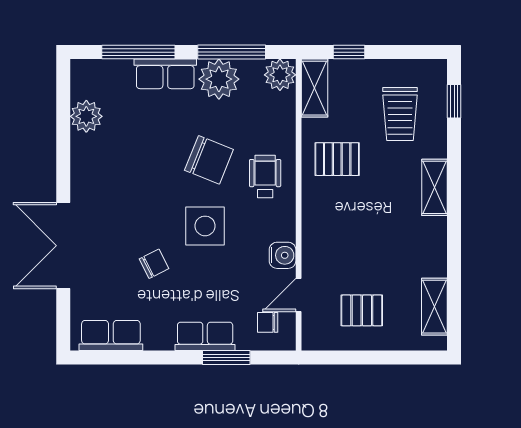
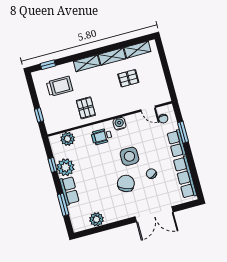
window: (138, 52) -> (63, 205), width x0.69
window: (232, 52) -> (52, 165), width x0.46
plant: (280, 75) -> (68, 139), moved
shelving: (314, 88) -> (112, 57), moved
chair: (209, 160) -> (126, 183), moved
water cooler: (283, 255) -> (119, 124), moved
pallet: (362, 310) -> (128, 78), moved, turned 90
row of seats: (111, 335) -> (185, 177), width x1.48

